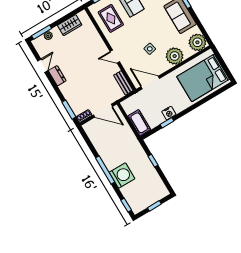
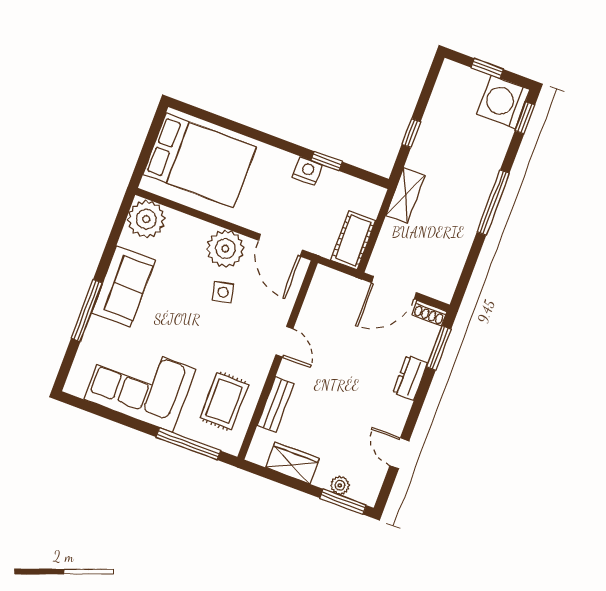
plant: (175, 56) -> (225, 249), moved
door: (43, 66) -> (399, 453), hinge flipped
dresser: (57, 76) -> (410, 378), moved
bench: (123, 83) -> (276, 405), moved
door: (103, 111) -> (394, 288), swing flipped
cot: (139, 123) -> (353, 240), moved
shelving: (133, 141) -> (405, 195), added
washing machine: (122, 175) -> (503, 102), moved

